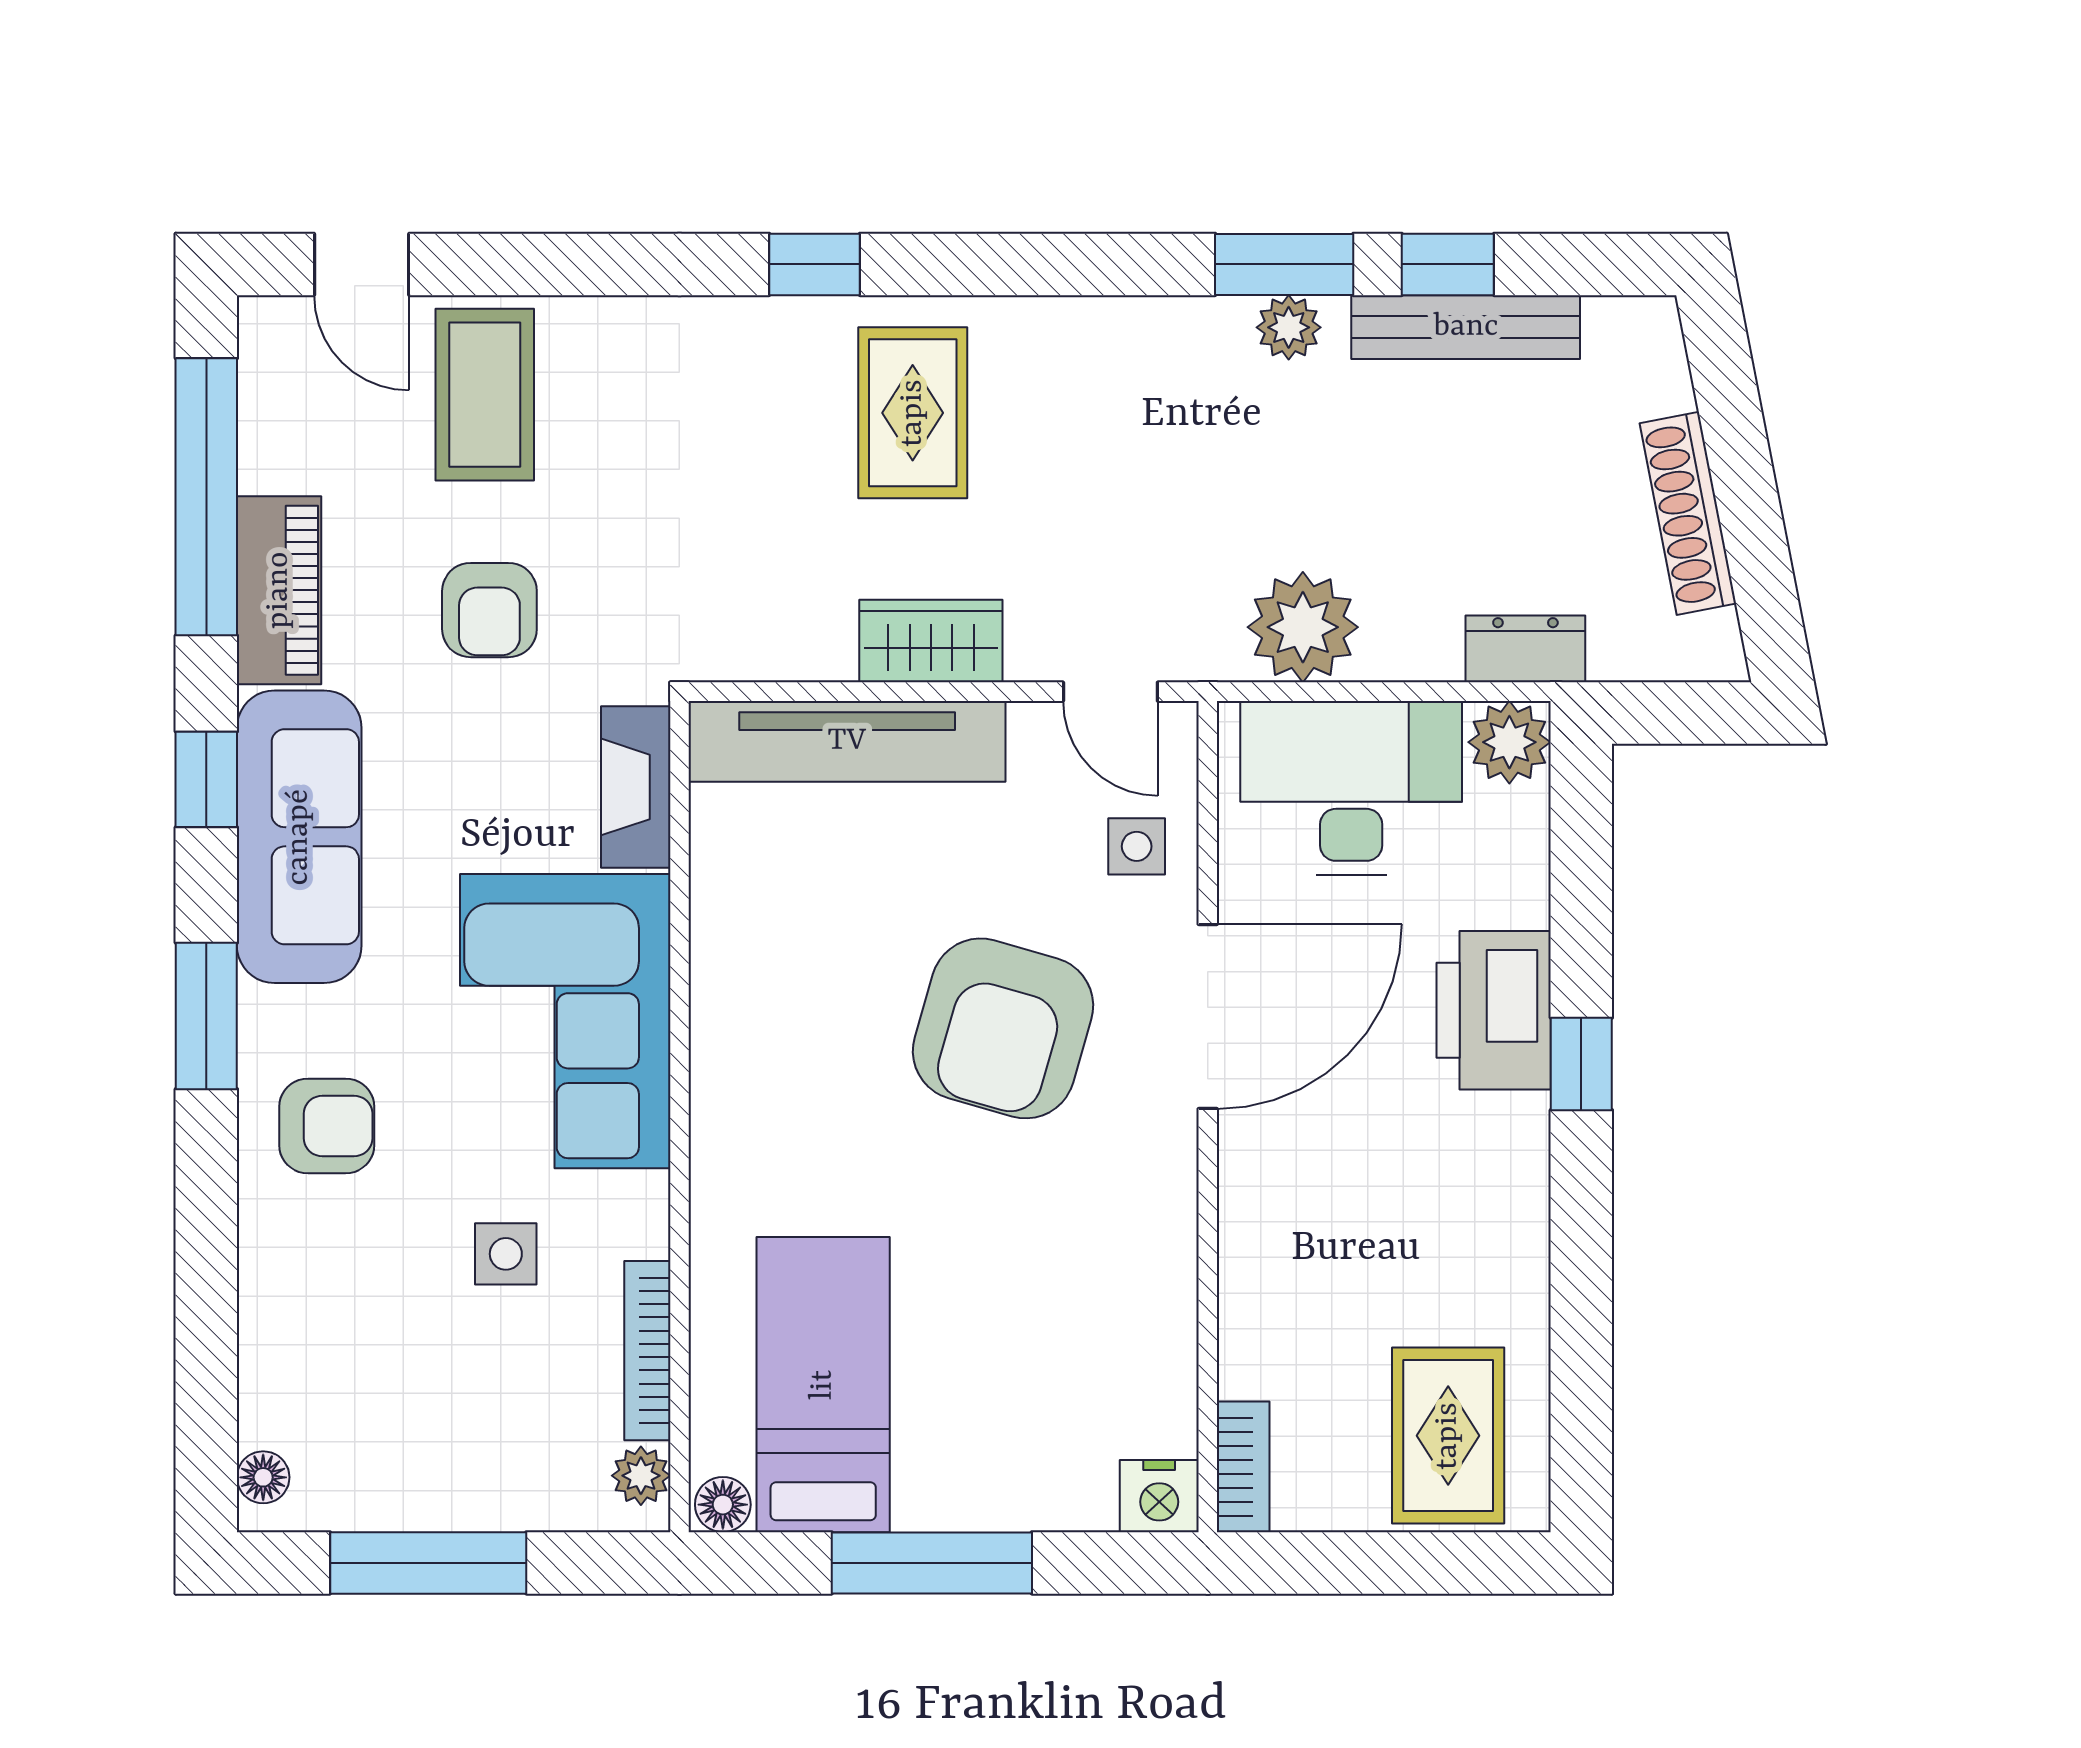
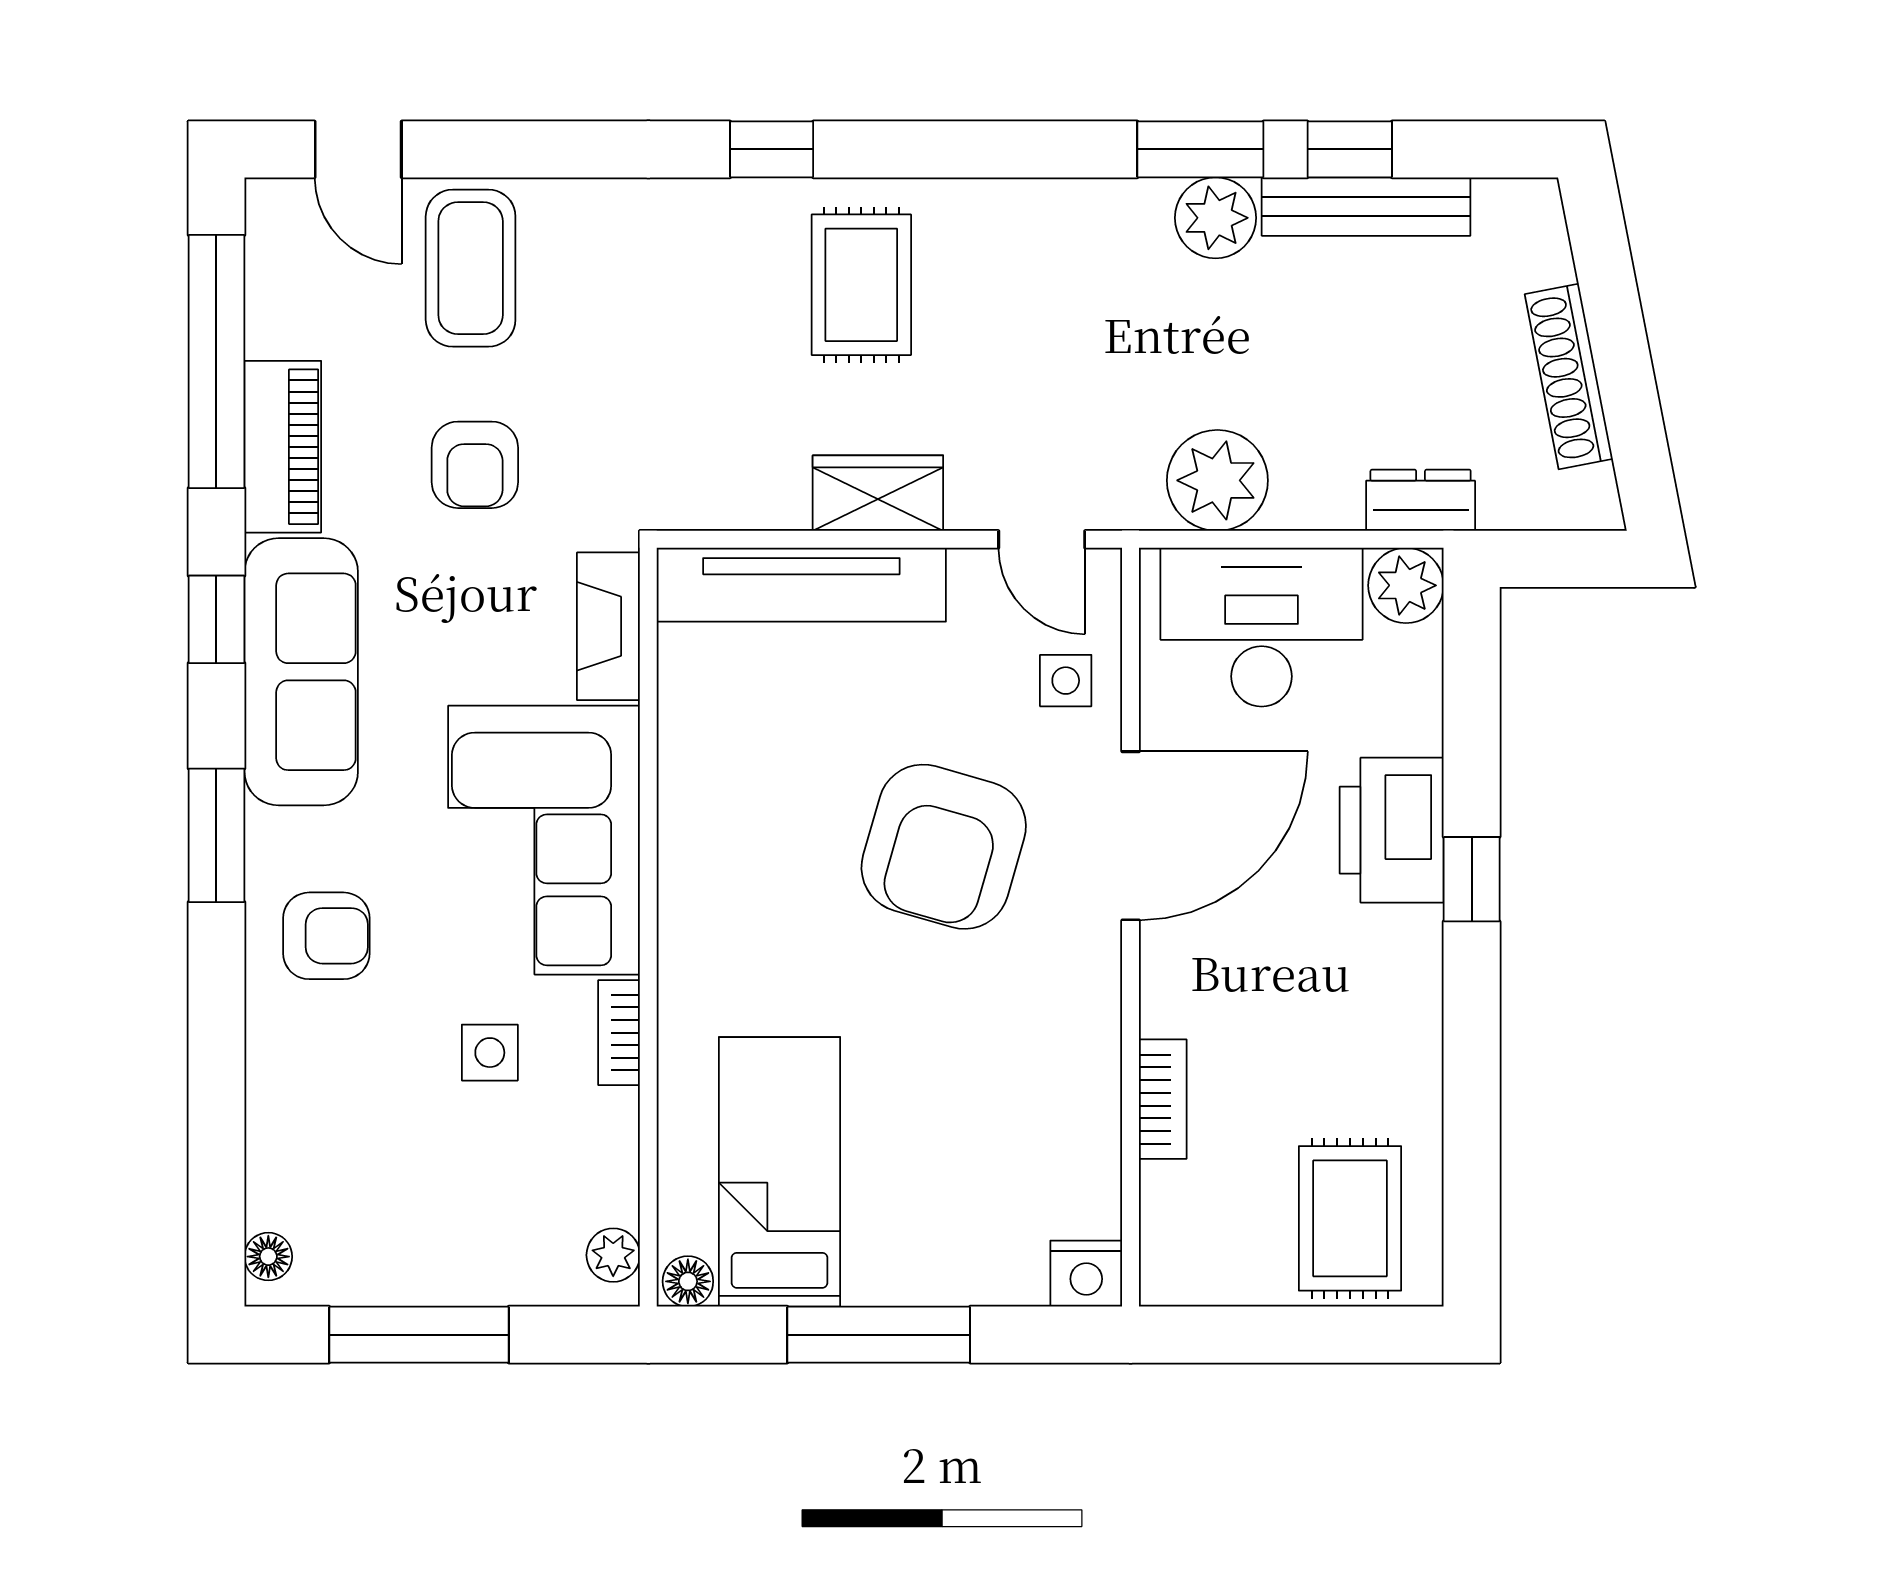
plant: (1289, 327) -> (1216, 218), width x1.38, depth x1.38
bookcase: (647, 1351) -> (619, 1033), moved, width x0.64
bookcase: (1243, 1467) -> (1163, 1099), moved

